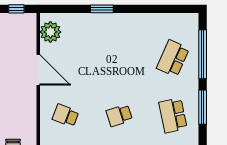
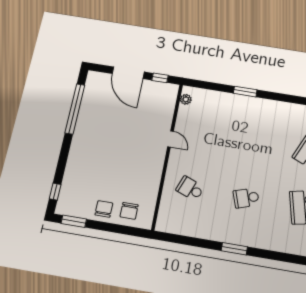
plant: (50, 32) -> (186, 99), width x0.53, depth x0.53
door: (38, 70) -> (171, 139), width x0.53

